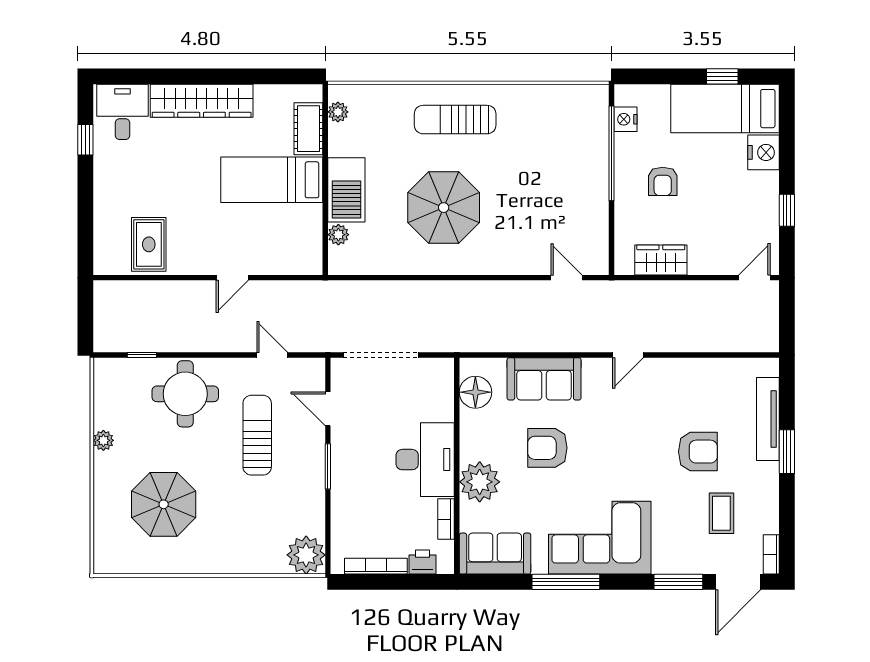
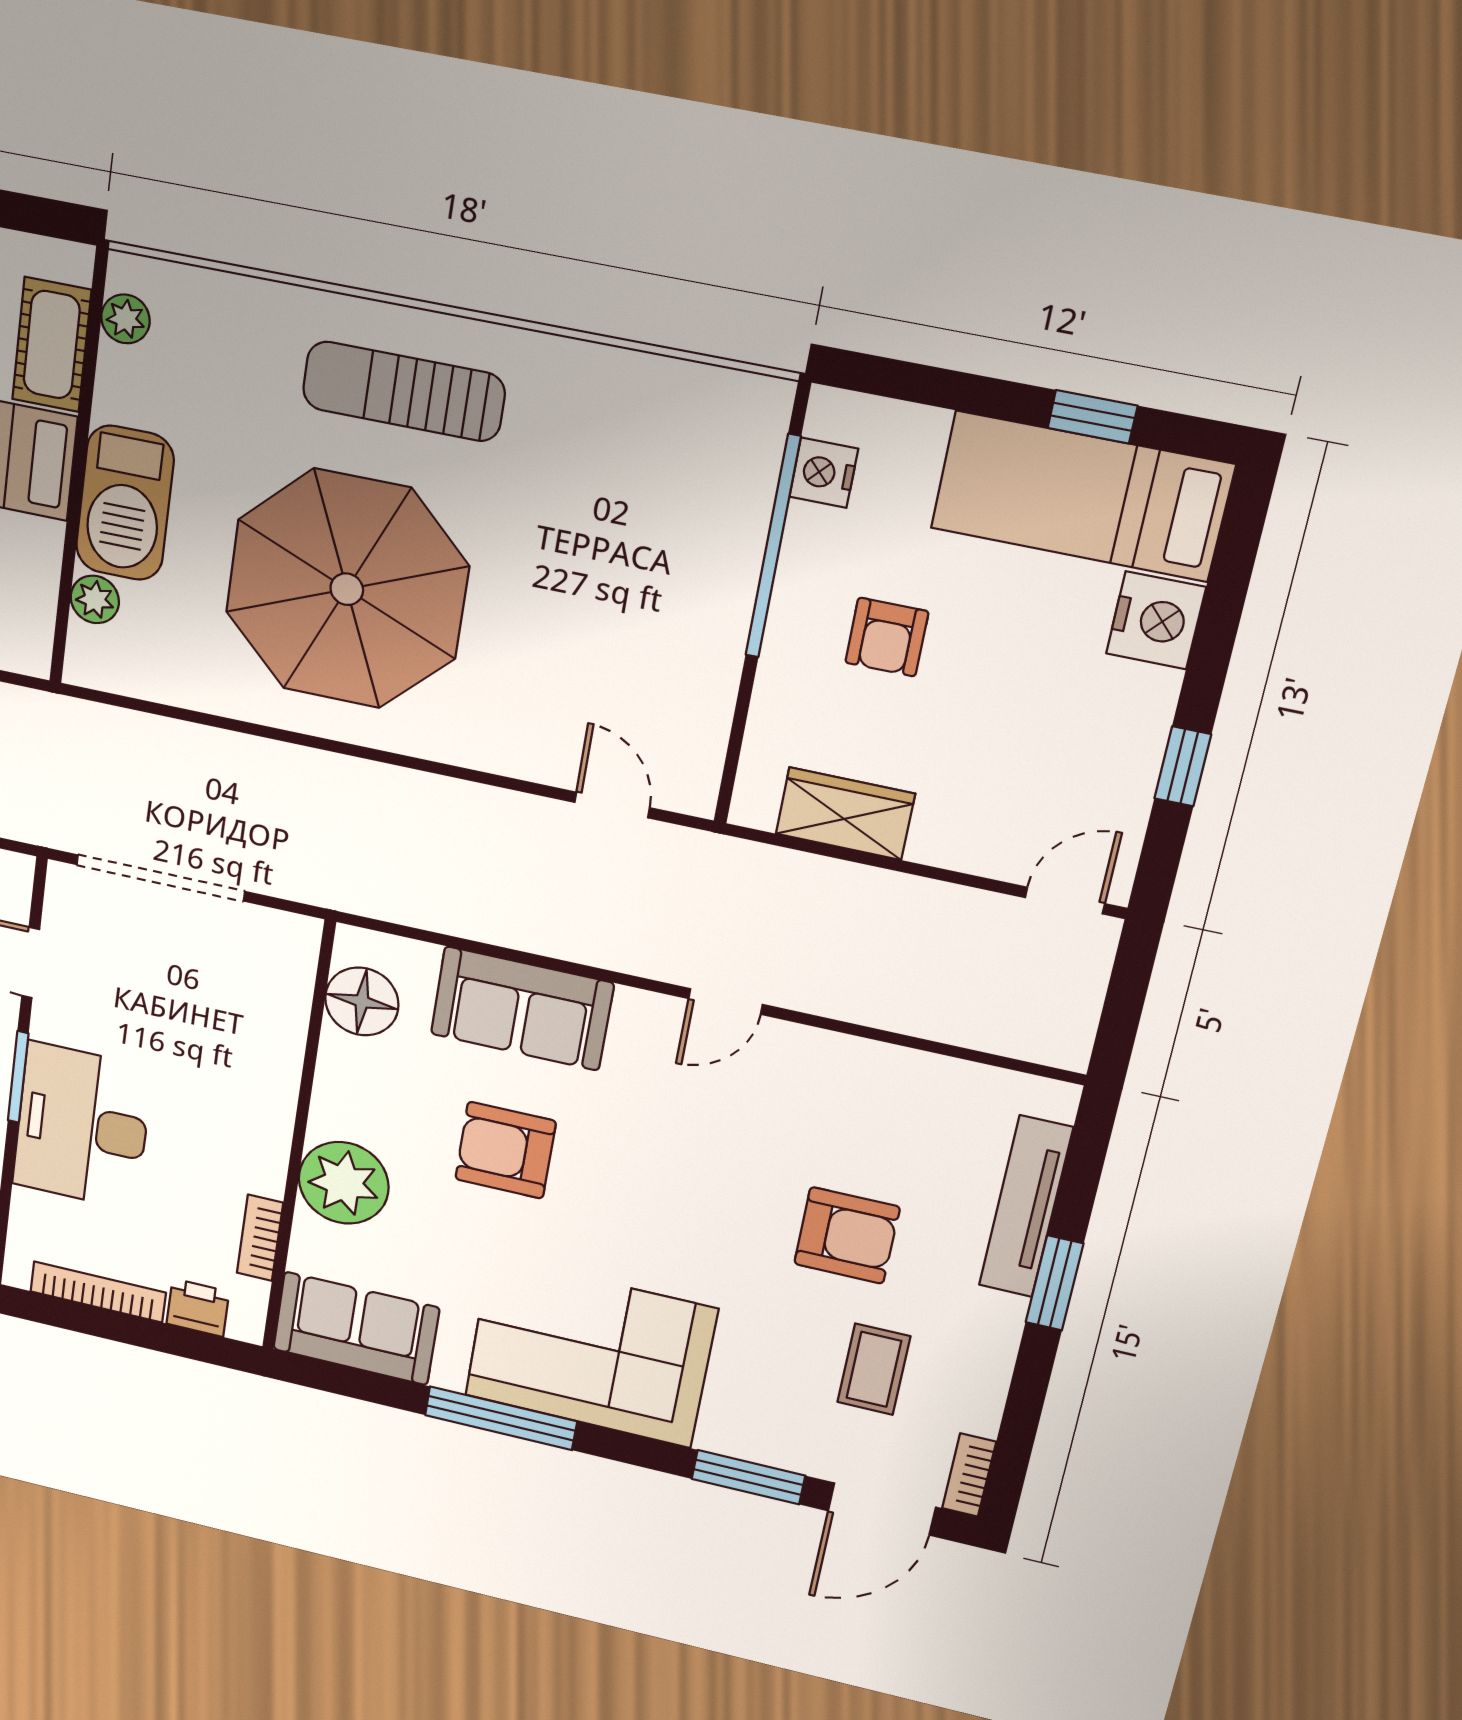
parasol: (444, 208) -> (347, 589), width x1.36, depth x1.36
desk: (425, 460) -> (82, 1126), moved, turned 180

